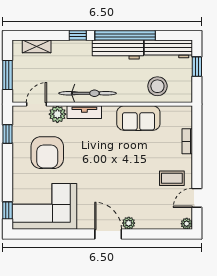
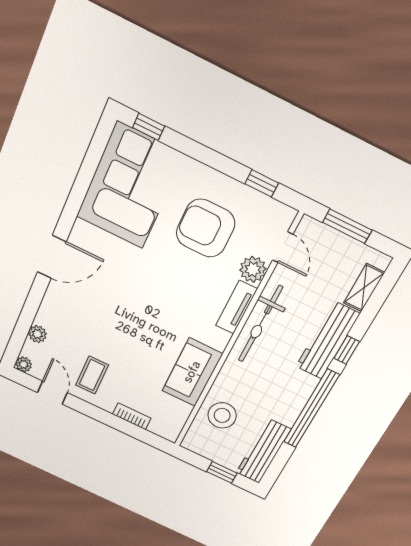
workbench: (118, 49) -> (328, 340), moved
plant: (129, 223) -> (37, 334), moved

